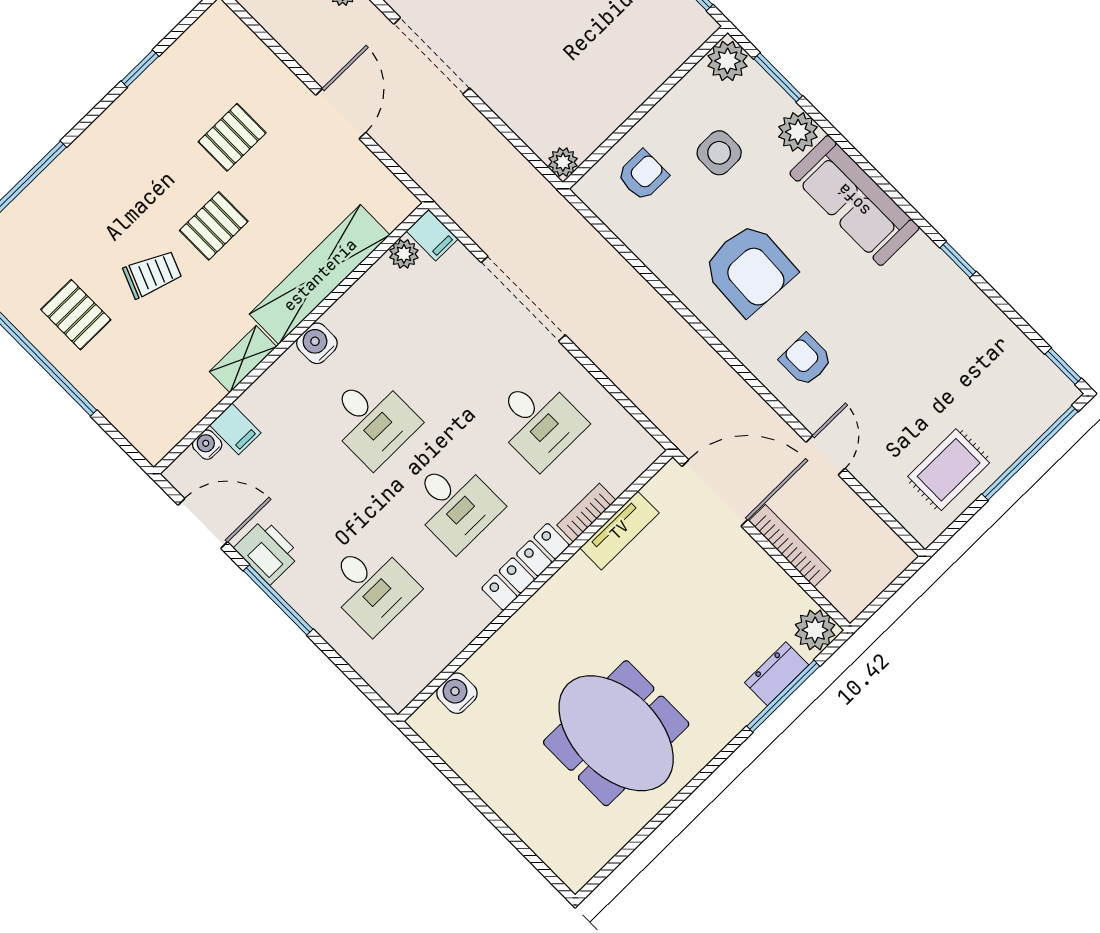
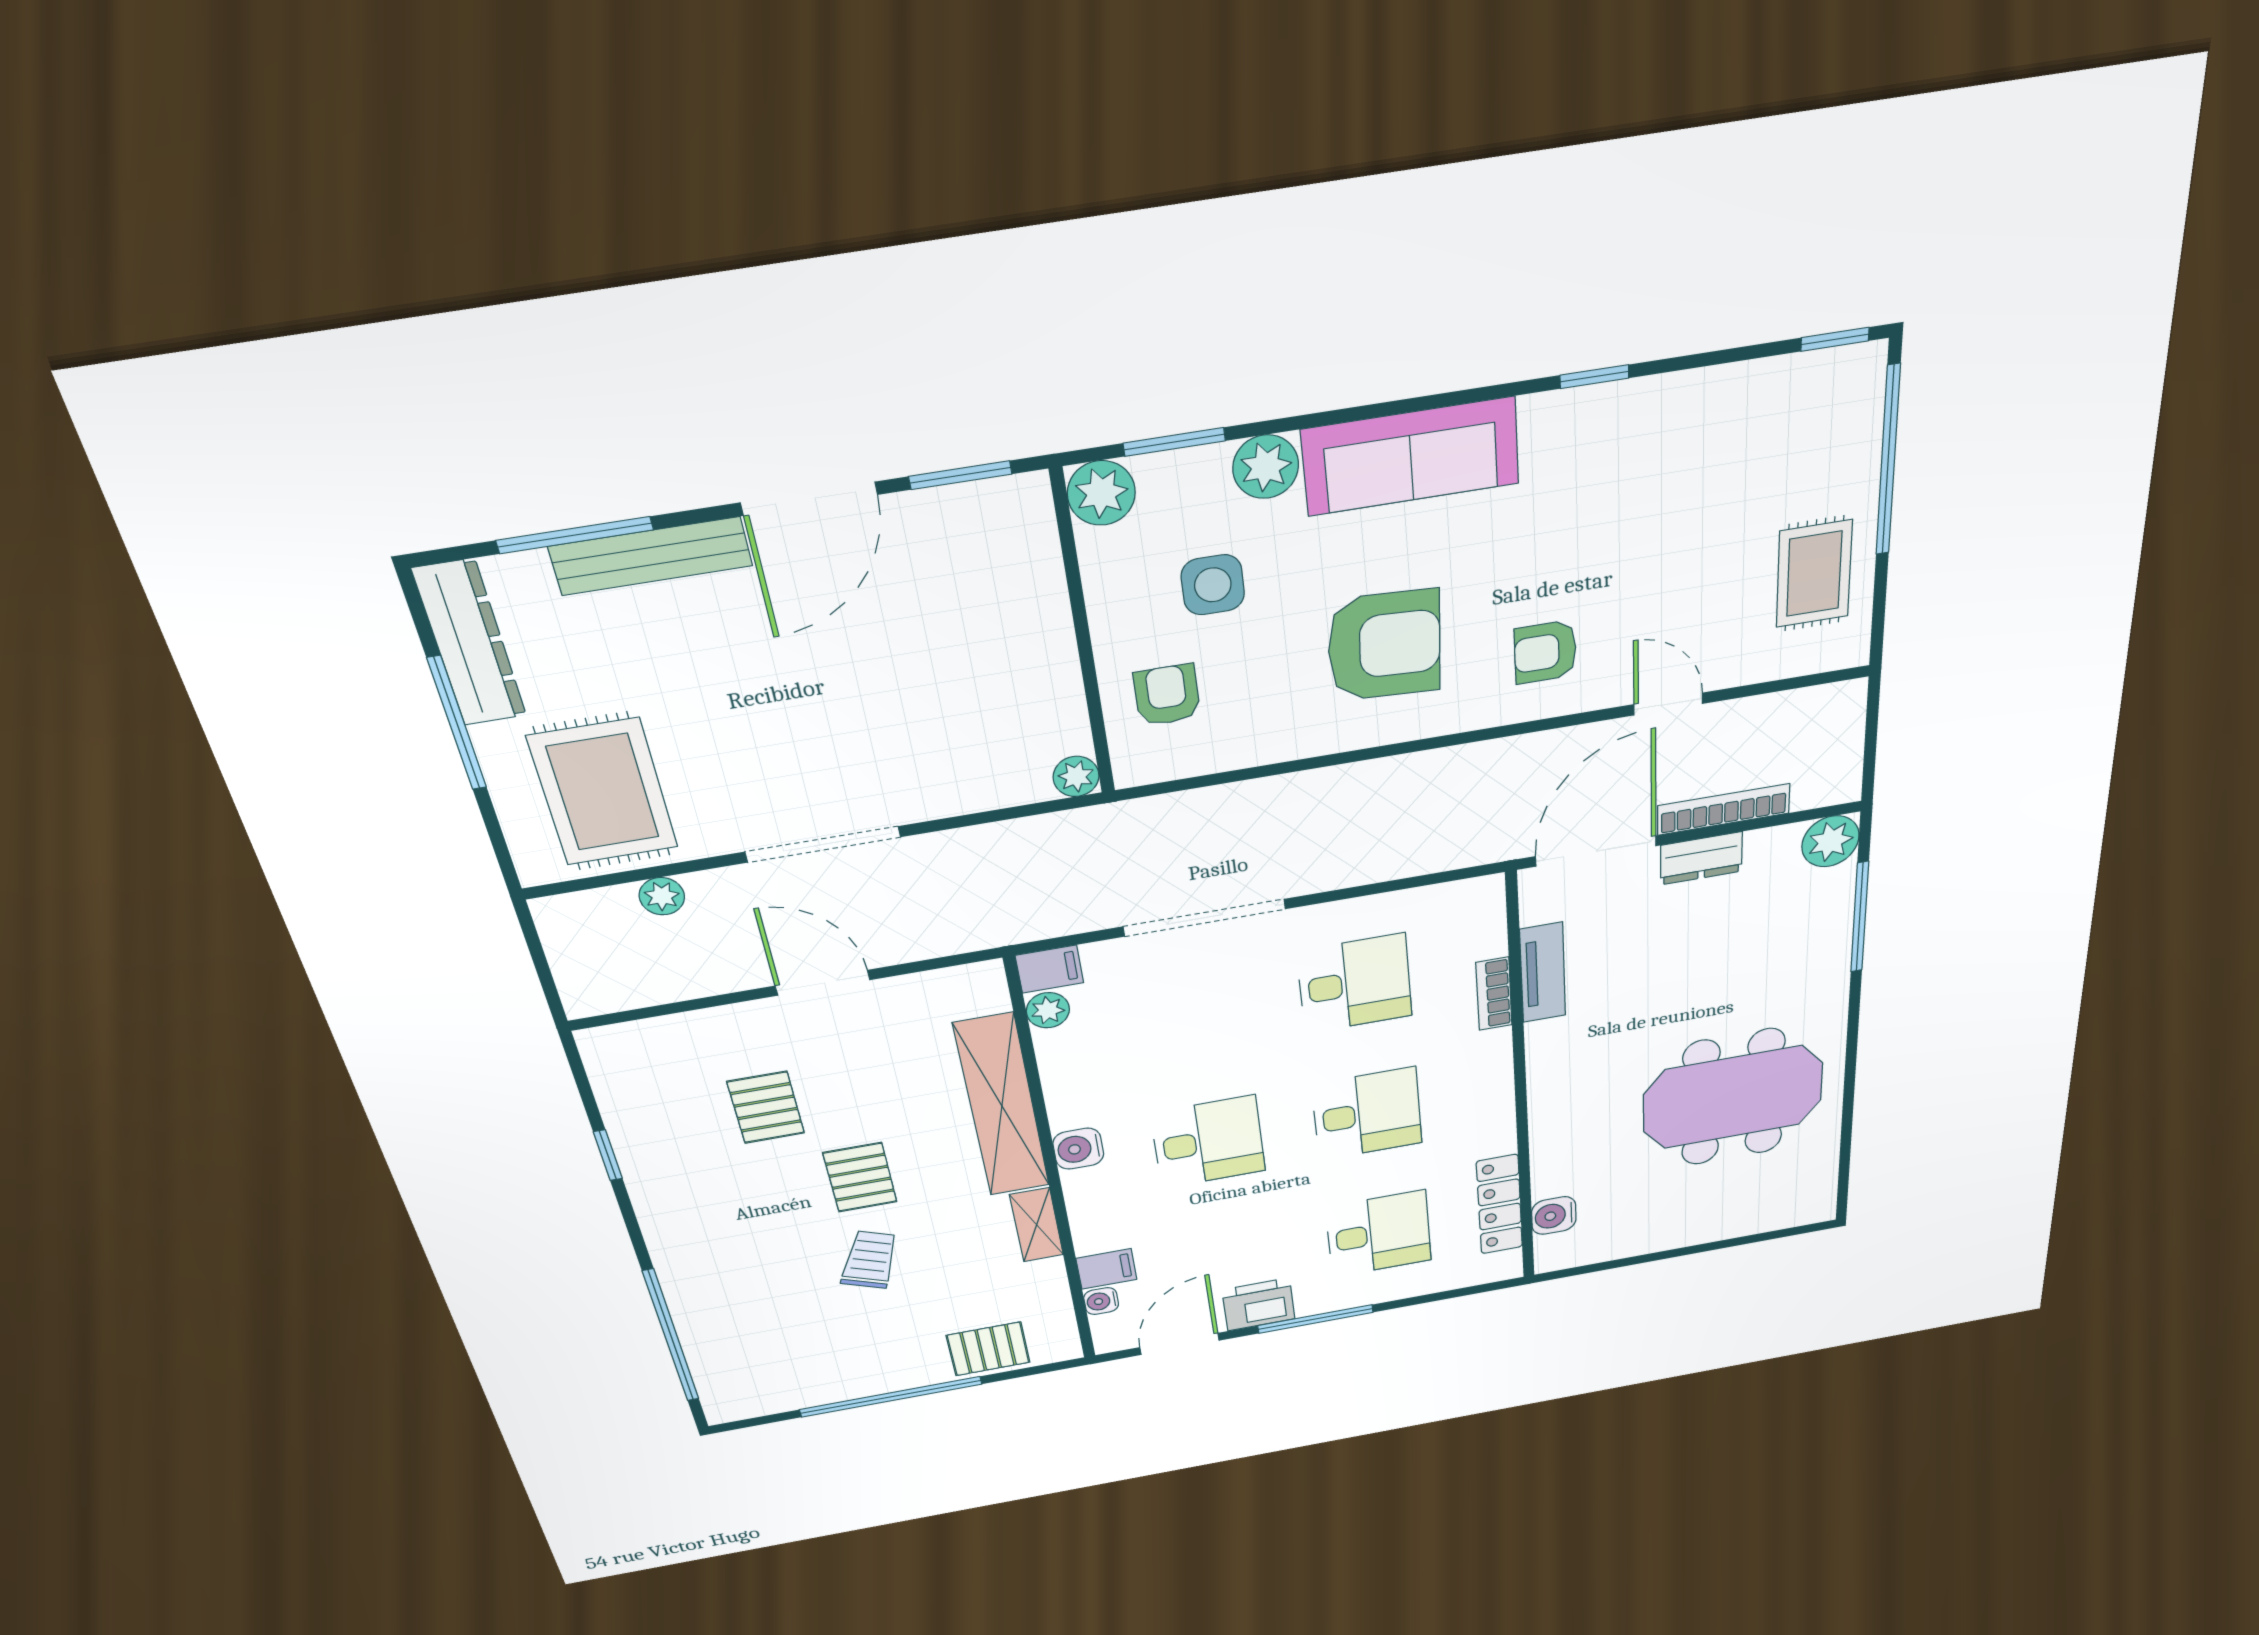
pallet: (76, 315) -> (988, 1349), moved
locker: (525, 567) -> (1500, 1204), moved
dresser: (777, 674) -> (1701, 858), moved, turned -90

